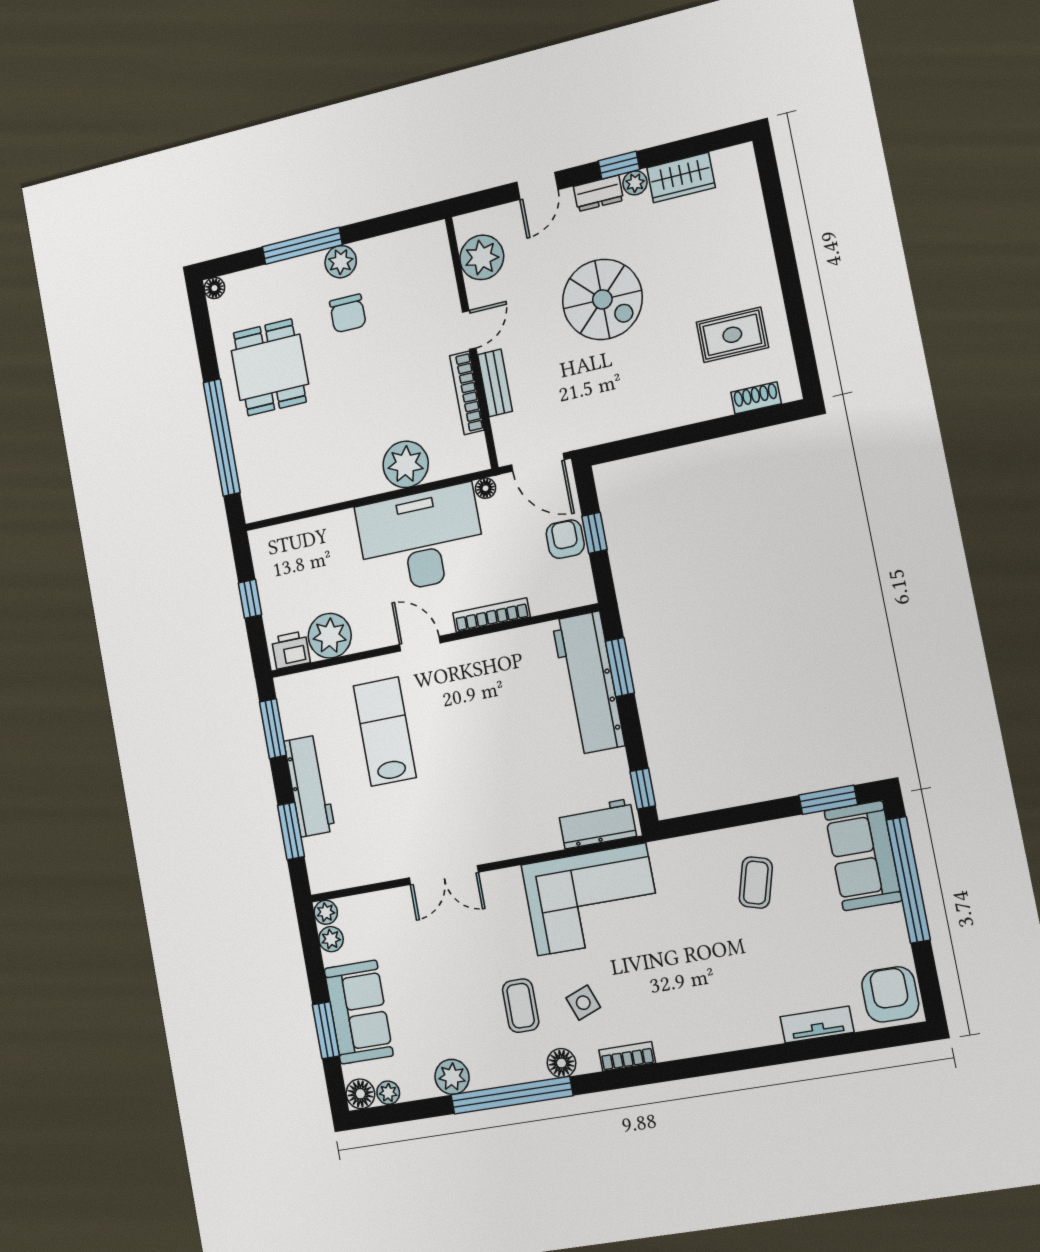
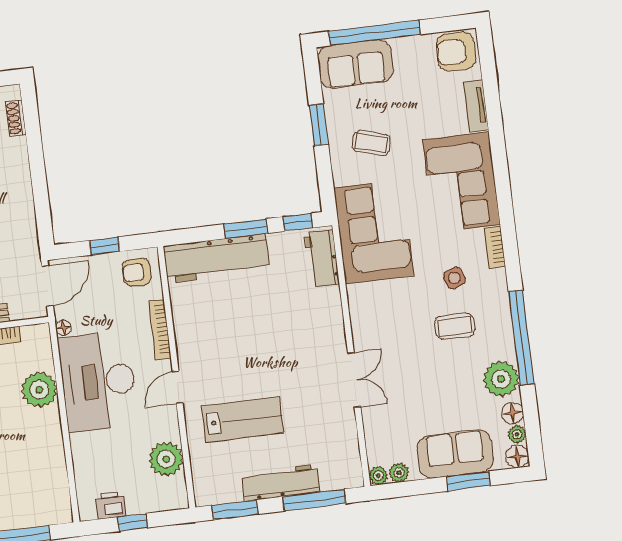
armchair: (565, 539) -> (137, 272), moved
printer: (291, 650) -> (111, 505), moved, turned 90
window: (620, 667) -> (246, 229), moved
lab bench: (385, 732) -> (243, 419), turned 180
window: (828, 800) -> (319, 125), moved
window: (291, 831) -> (314, 500), width x1.44
corner sofa: (592, 900) -> (374, 232), moved
corner sofa: (711, 1008) -> (461, 182), added
floor lamp: (561, 1063) -> (513, 413), moved
plant: (452, 1077) -> (501, 379), width x1.36, depth x1.36

